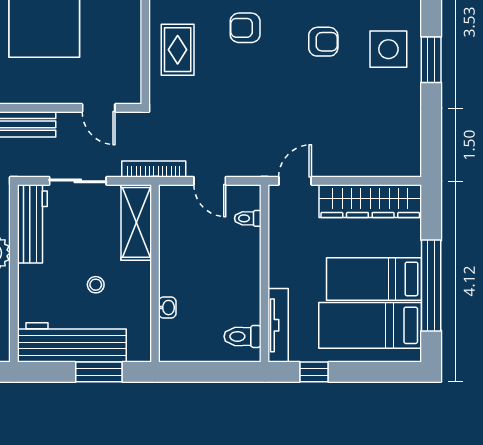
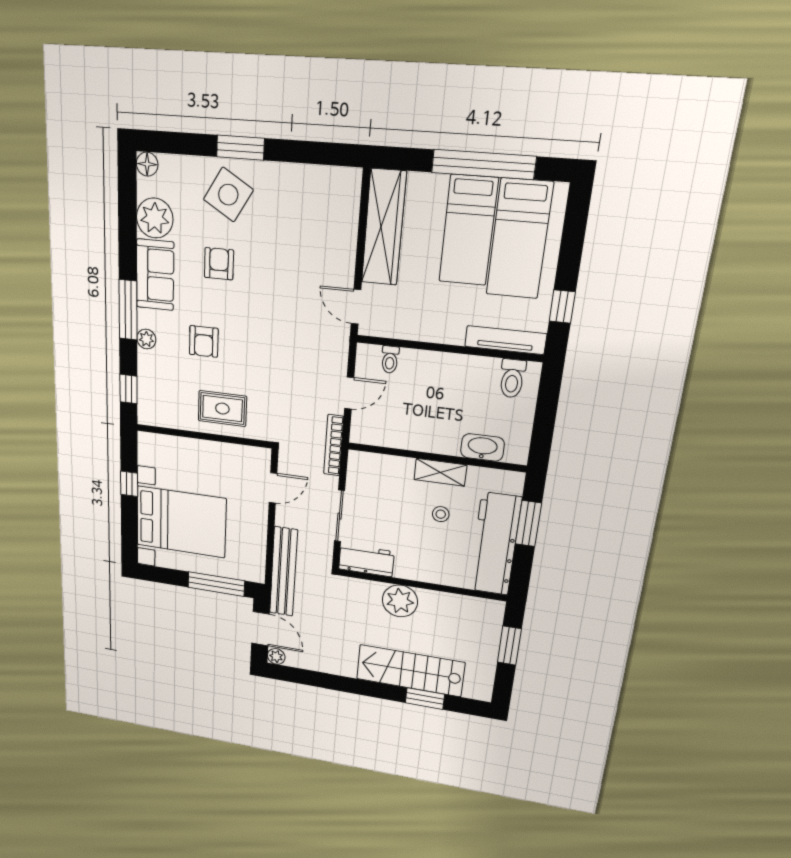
side table: (388, 49) -> (228, 195), turned 31
shelving: (136, 222) -> (440, 472), moved, width x0.67, depth x0.75
workbench: (32, 224) -> (366, 560), width x0.73
washbasin: (167, 308) -> (482, 447), width x1.91, depth x1.45

